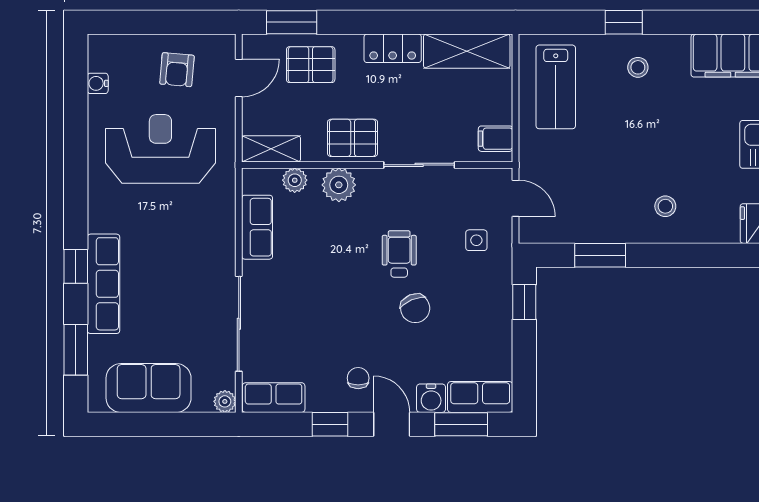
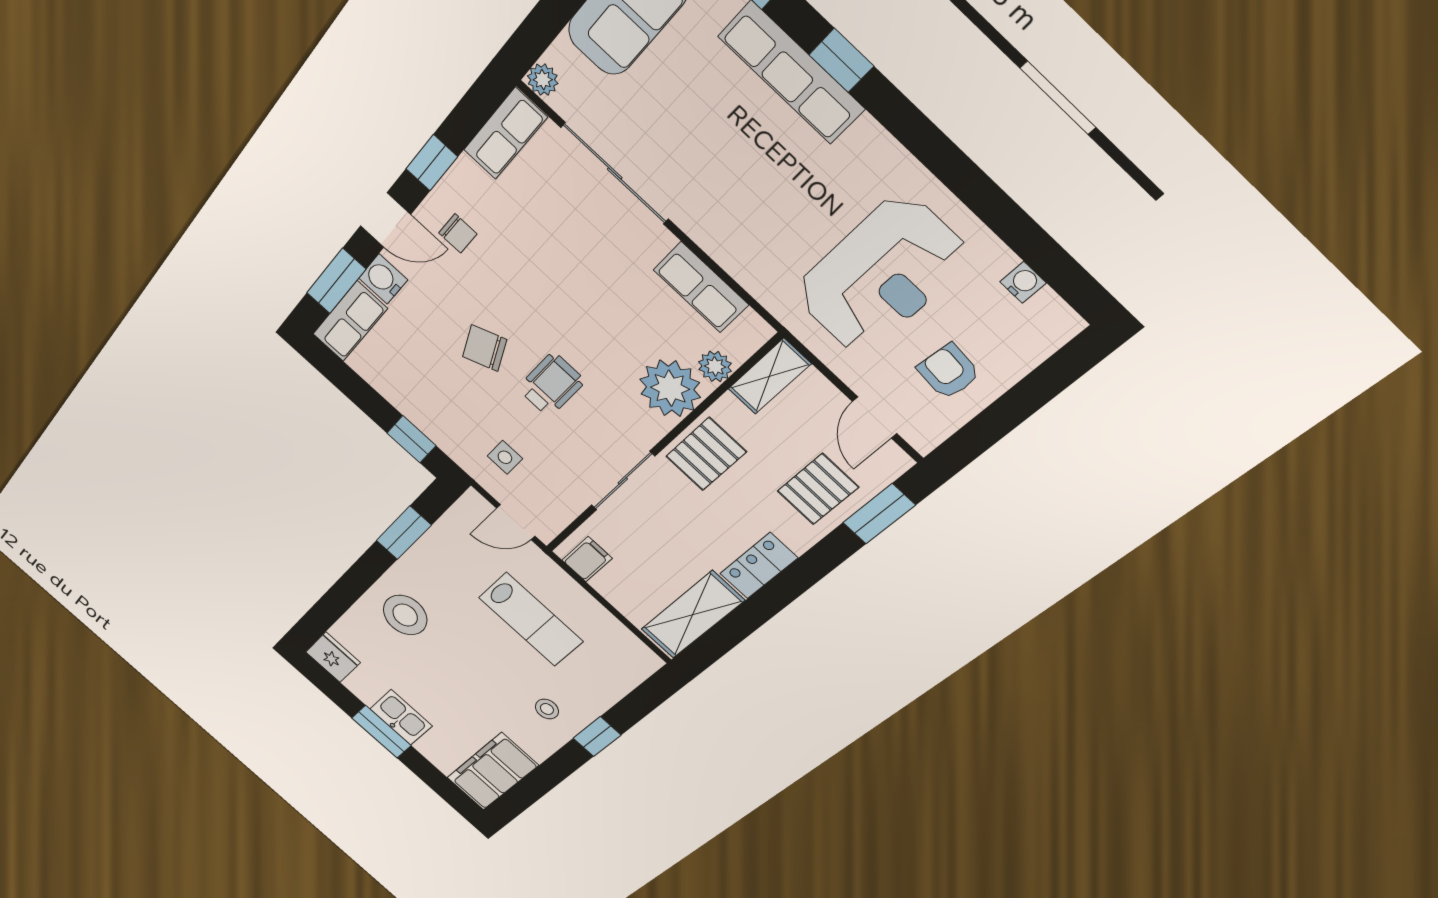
lab bench: (556, 87) -> (531, 620), moved, turned 180
plant: (339, 185) -> (670, 388), width x1.36, depth x1.36
stool: (665, 206) -> (405, 615), width x1.89, depth x1.89
wheelchair: (399, 254) -> (551, 385), turned -90

